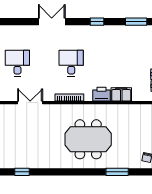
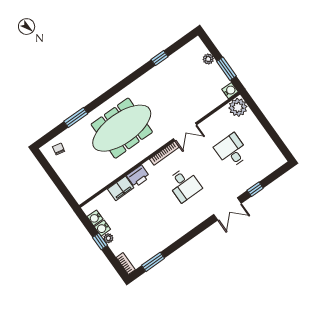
window: (97, 22) -> (255, 189), moved
desk: (17, 63) -> (232, 151), turned 180
double door: (30, 103) -> (185, 132), moved
meeting table: (88, 139) -> (122, 128), width x1.36

